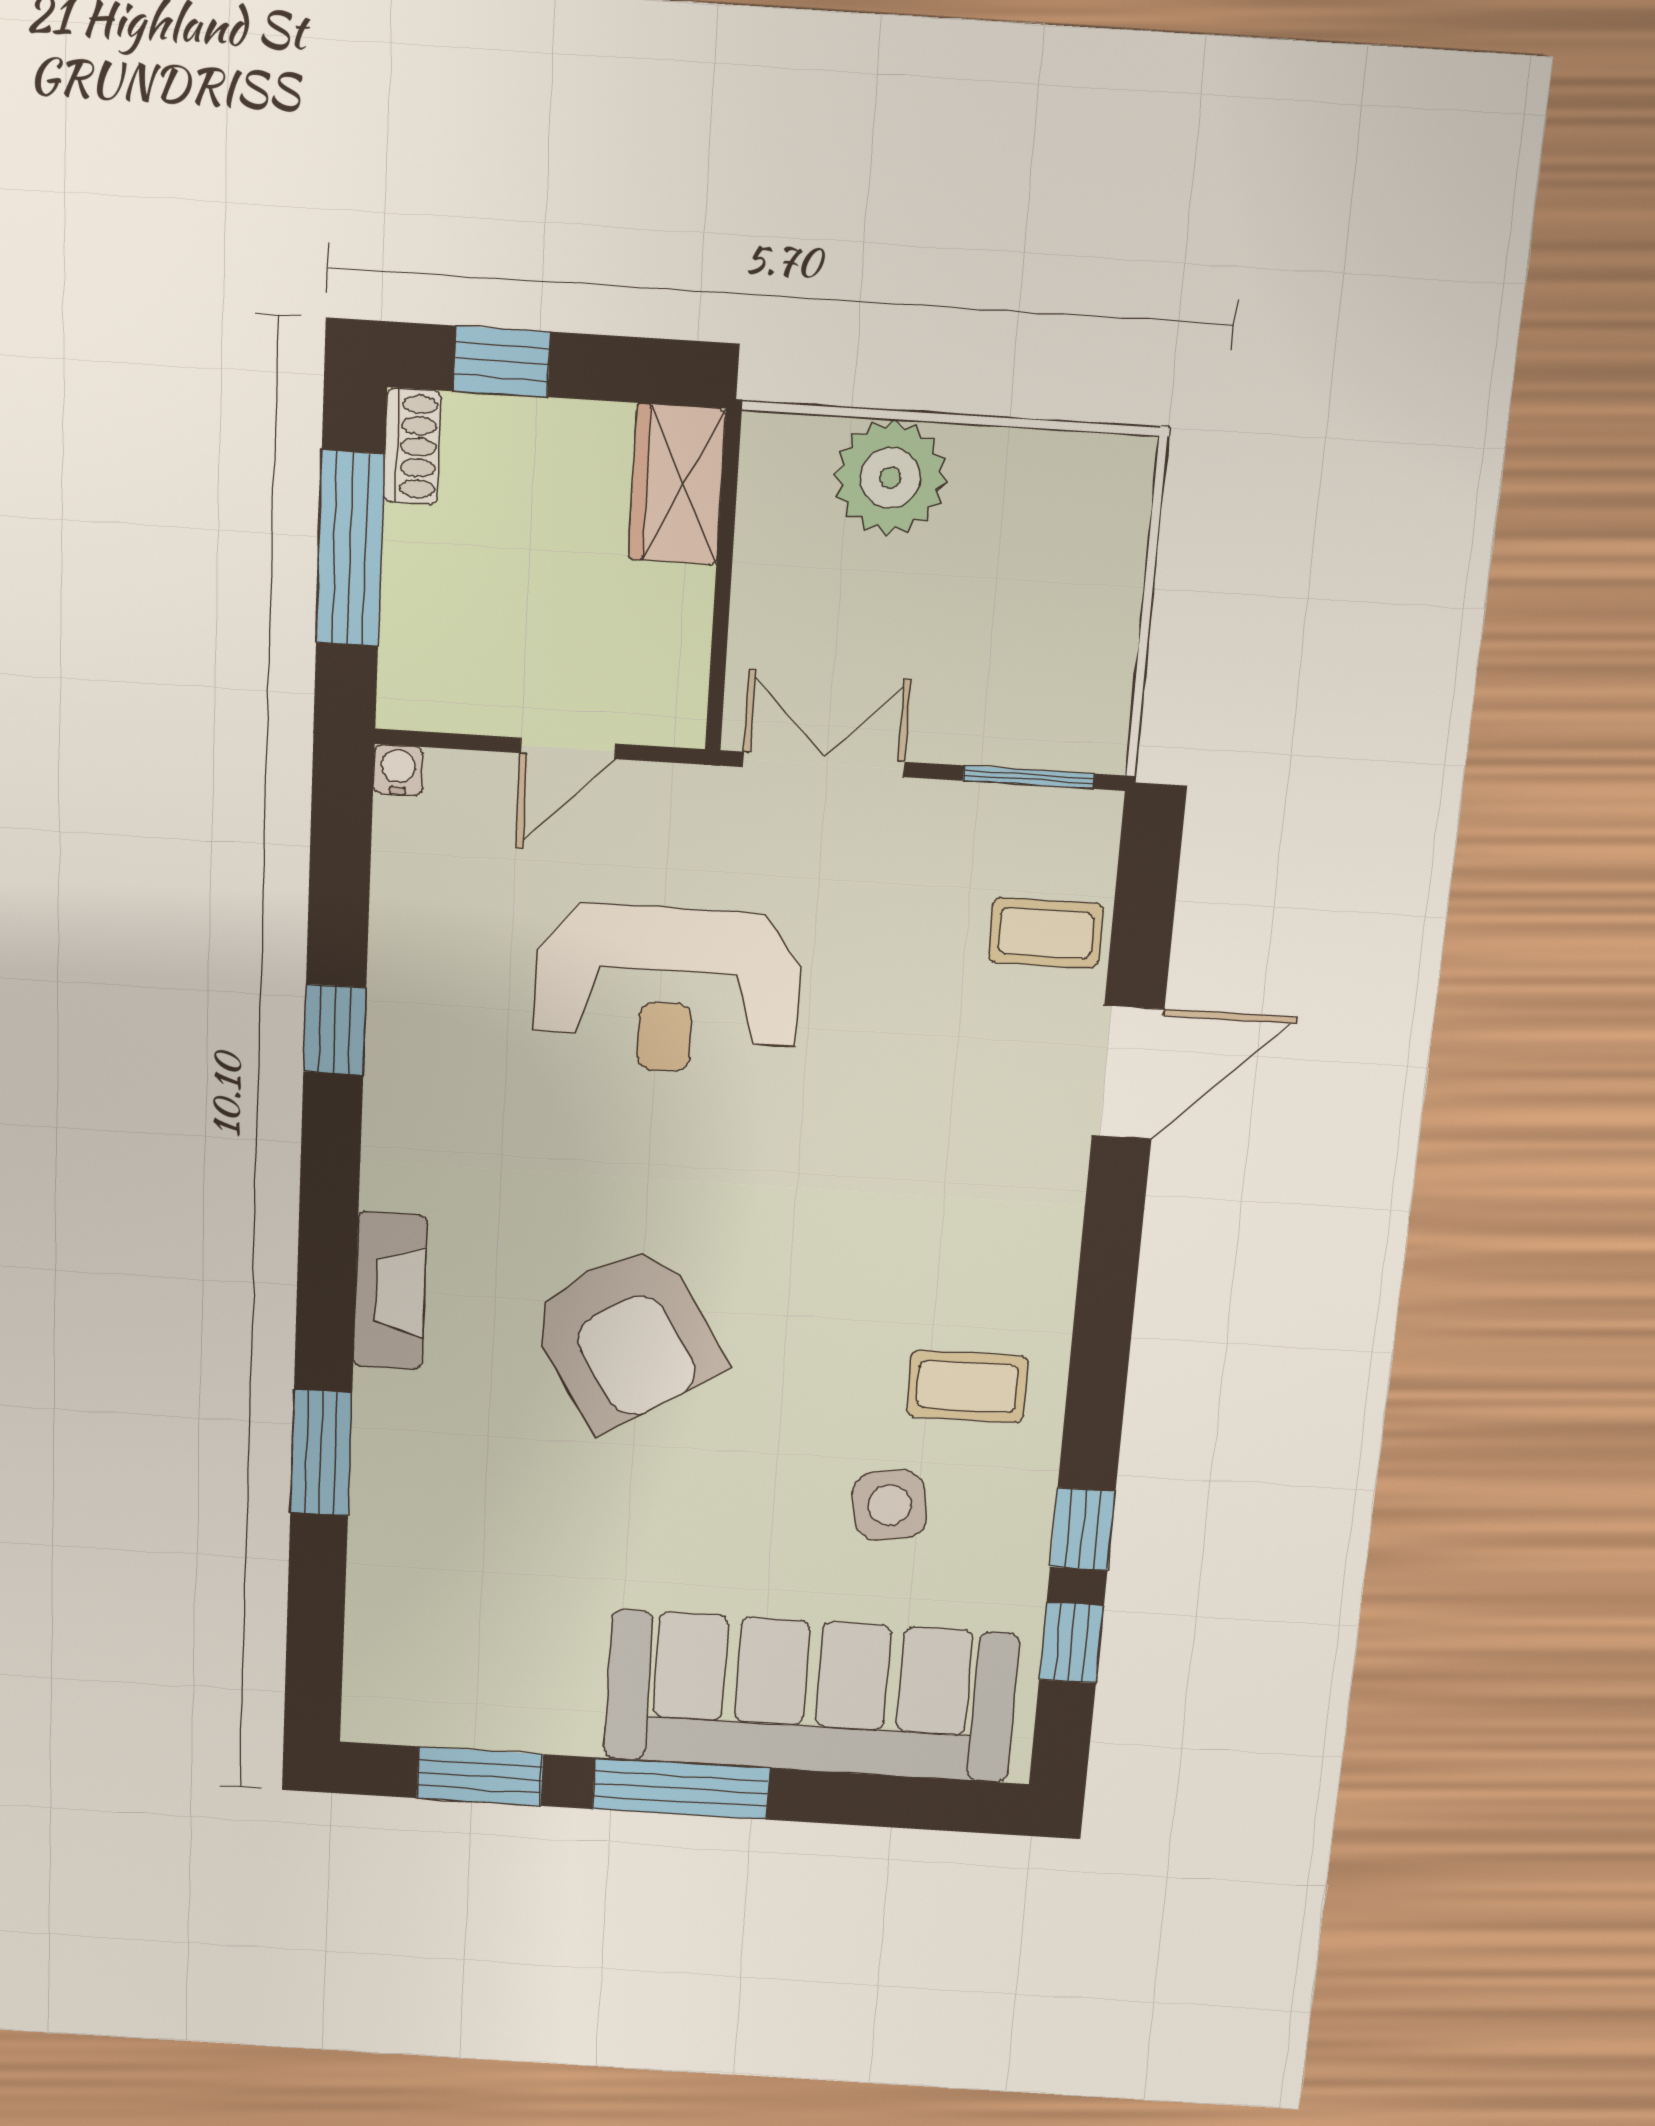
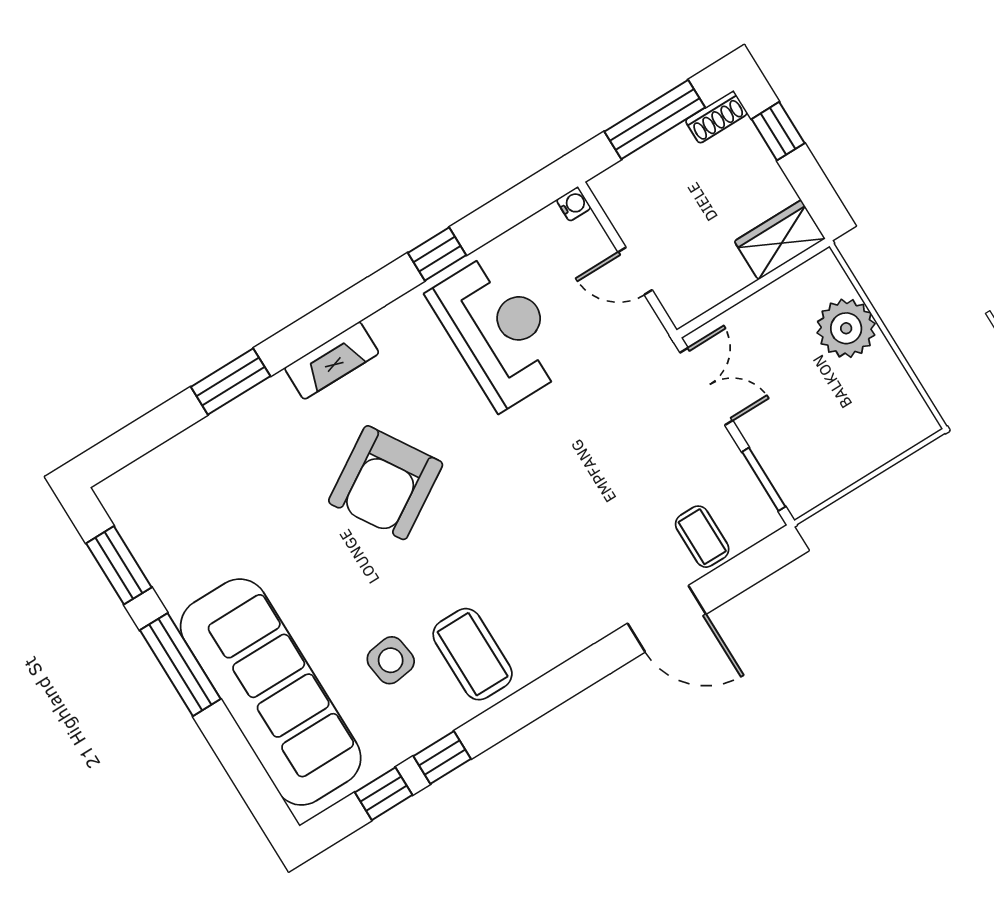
reception desk: (667, 990) -> (499, 331), moved, turned 180
coffee table: (967, 1386) -> (473, 654), width x1.36, depth x1.30

